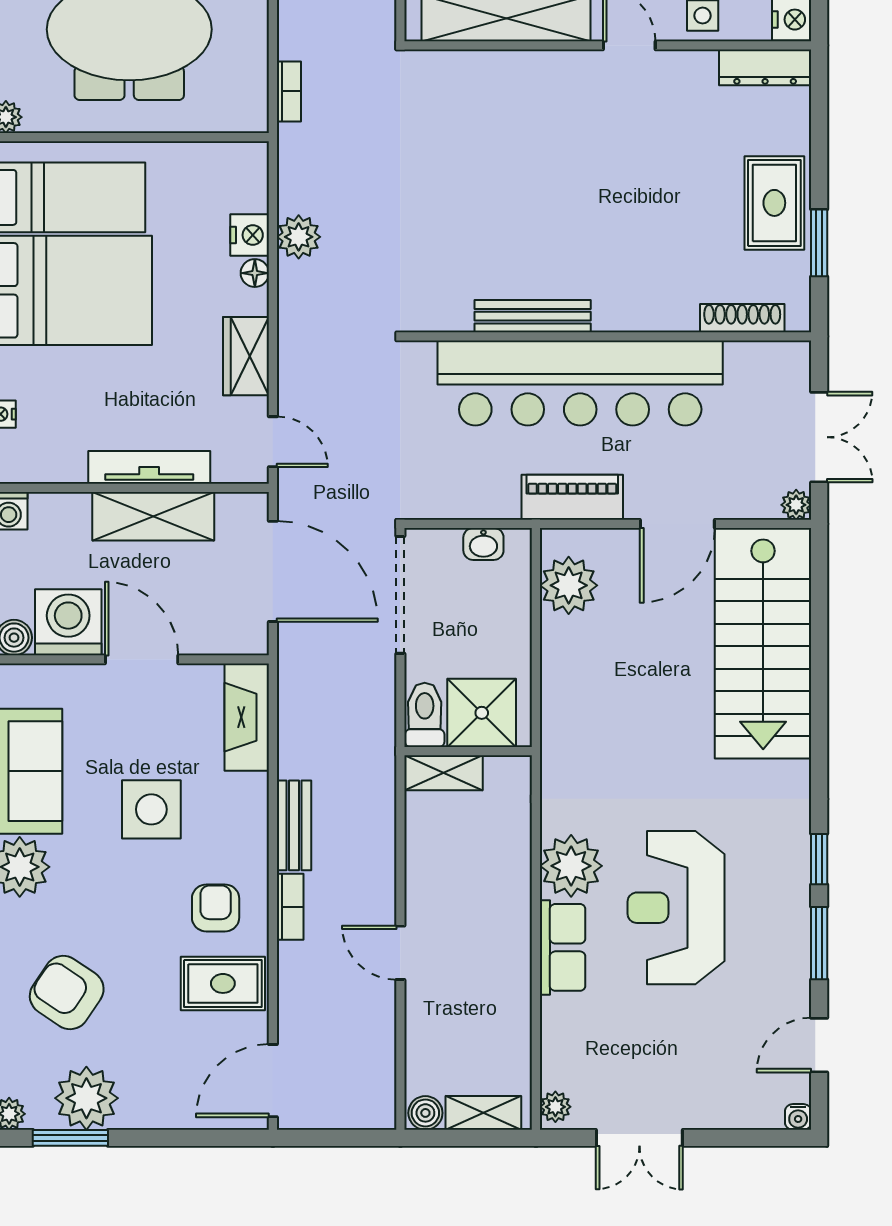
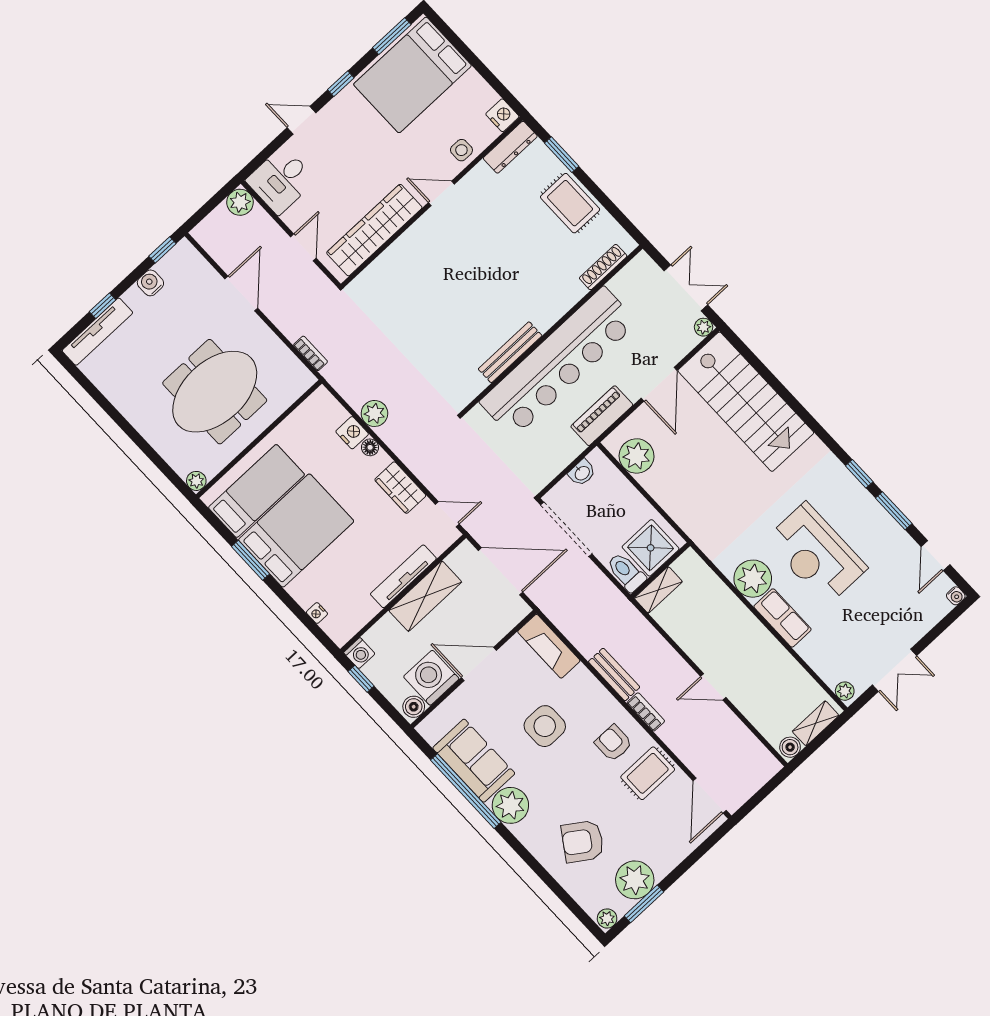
window: (819, 243) -> (562, 155), moved

